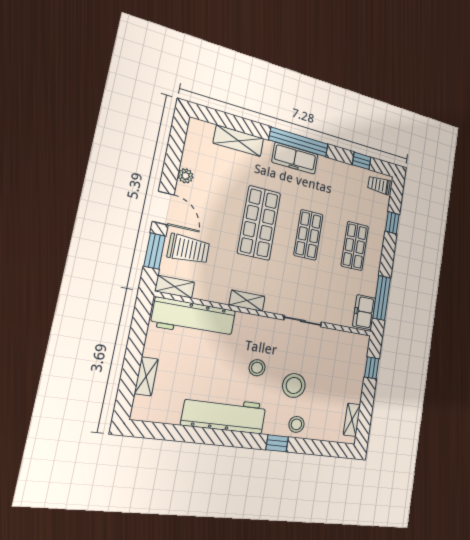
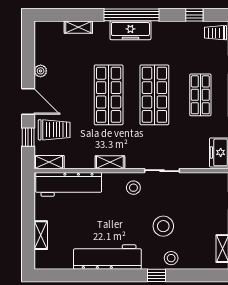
shelving: (239, 141) -> (78, 27), width x0.67, depth x0.75
shop shelf: (308, 235) -> (154, 95), width x1.43, depth x1.36
window: (155, 251) -> (28, 137), width x0.67
stool: (257, 368) -> (133, 188), moved

